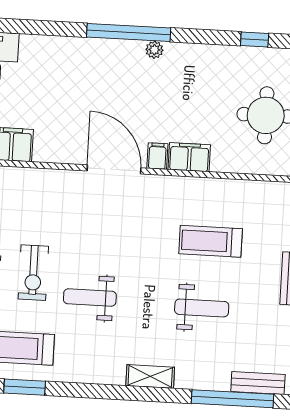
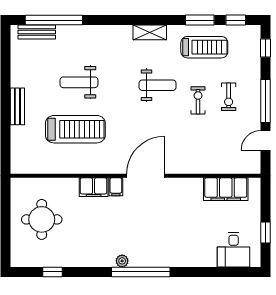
door: (114, 169) -> (146, 176), swing flipped
treadmill: (211, 241) -> (75, 129), width x1.37, depth x1.38
exercise bike: (33, 273) -> (198, 100), width x0.73, depth x0.72
shelving: (150, 376) -> (150, 32), moved

